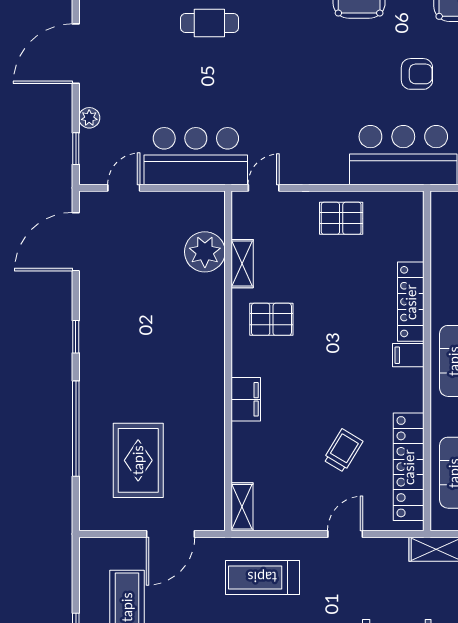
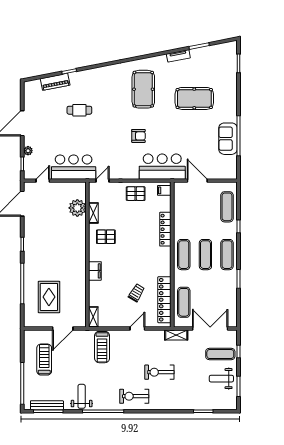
armchair: (417, 74) -> (138, 136), moved
filing cabinet: (408, 355) -> (164, 190), moved
treadmill: (262, 577) -> (102, 347), turned -90

